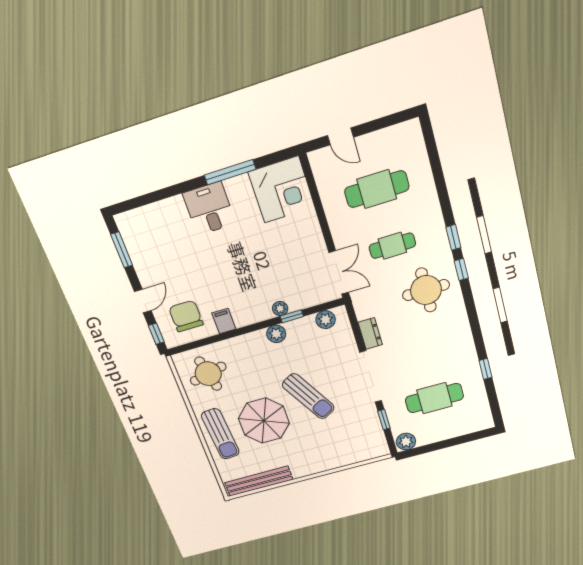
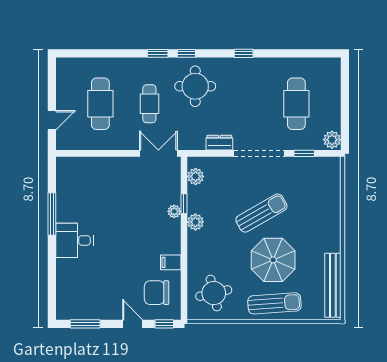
corner desk: (281, 190) -> (78, 178), removed
window: (486, 369) -> (244, 53), moved

